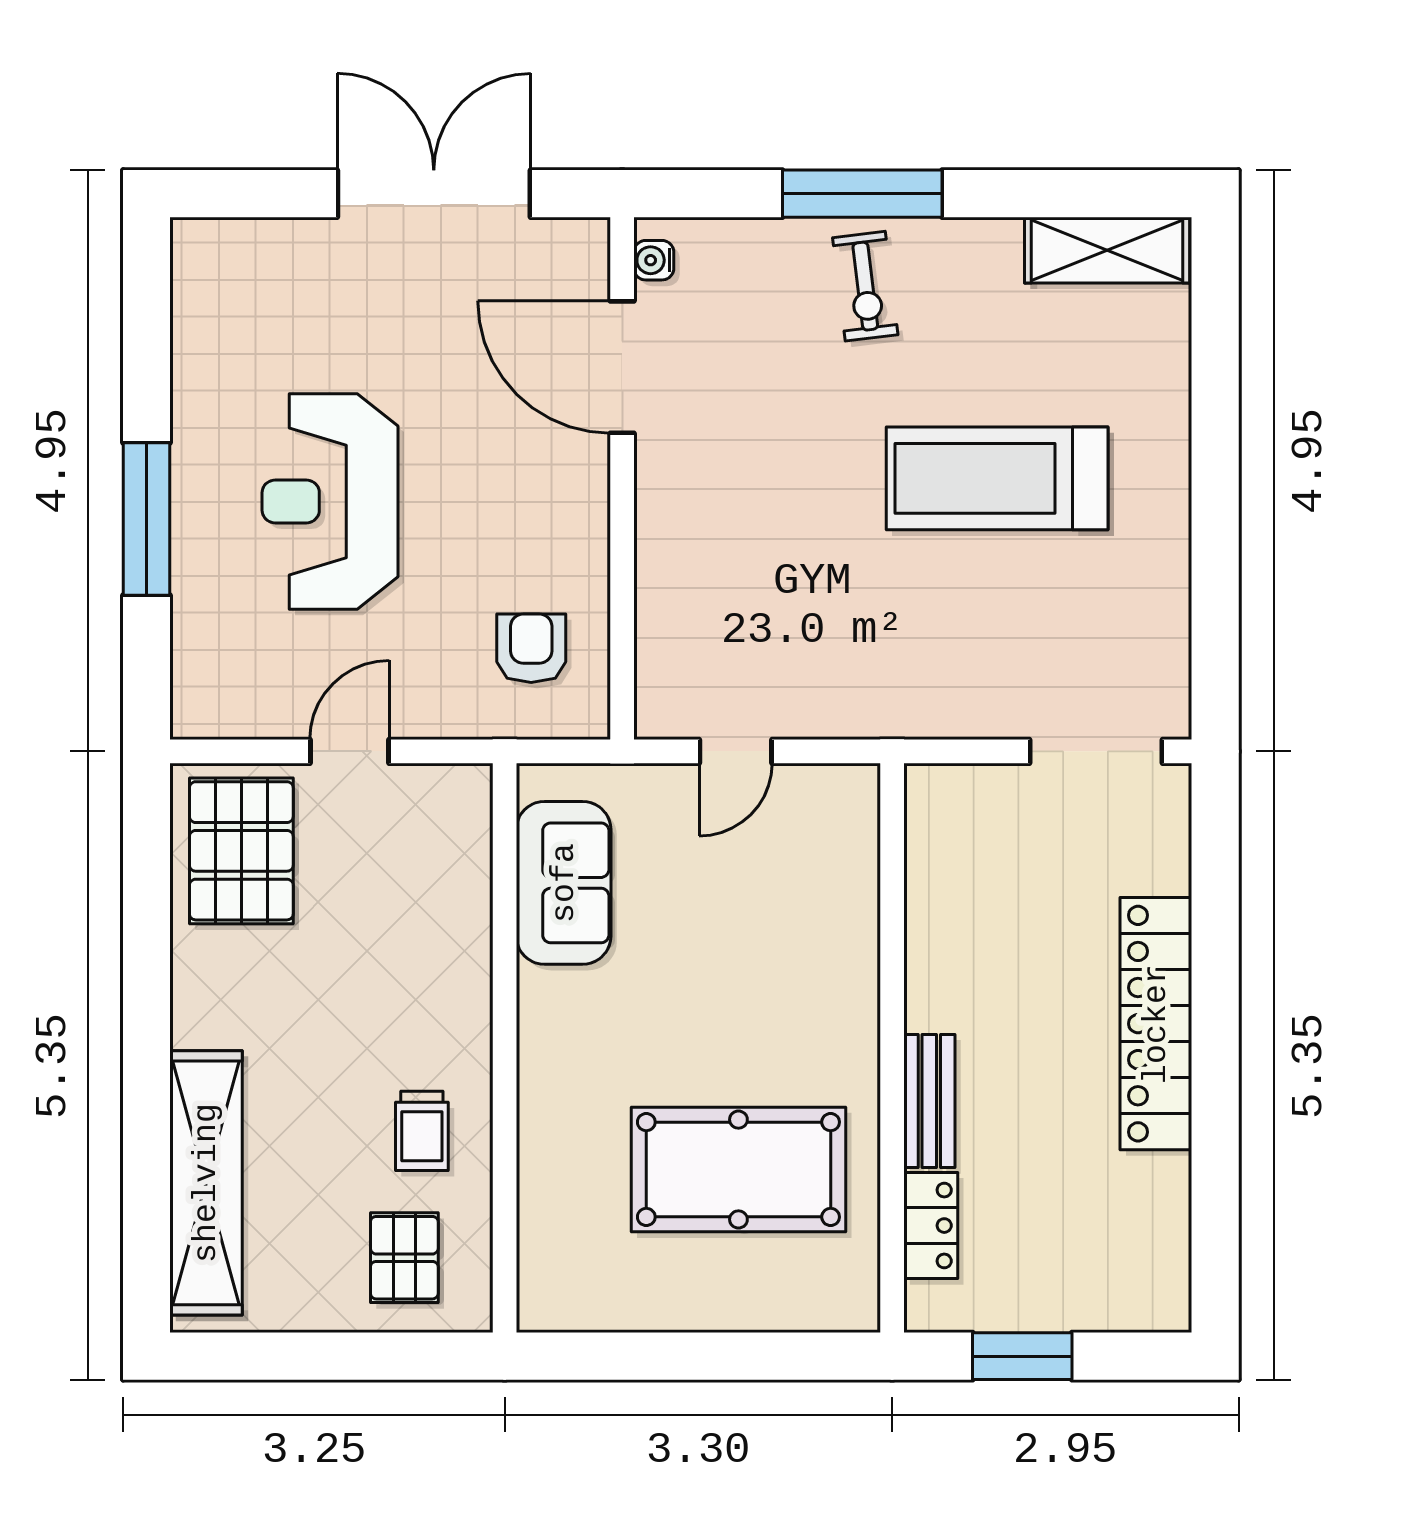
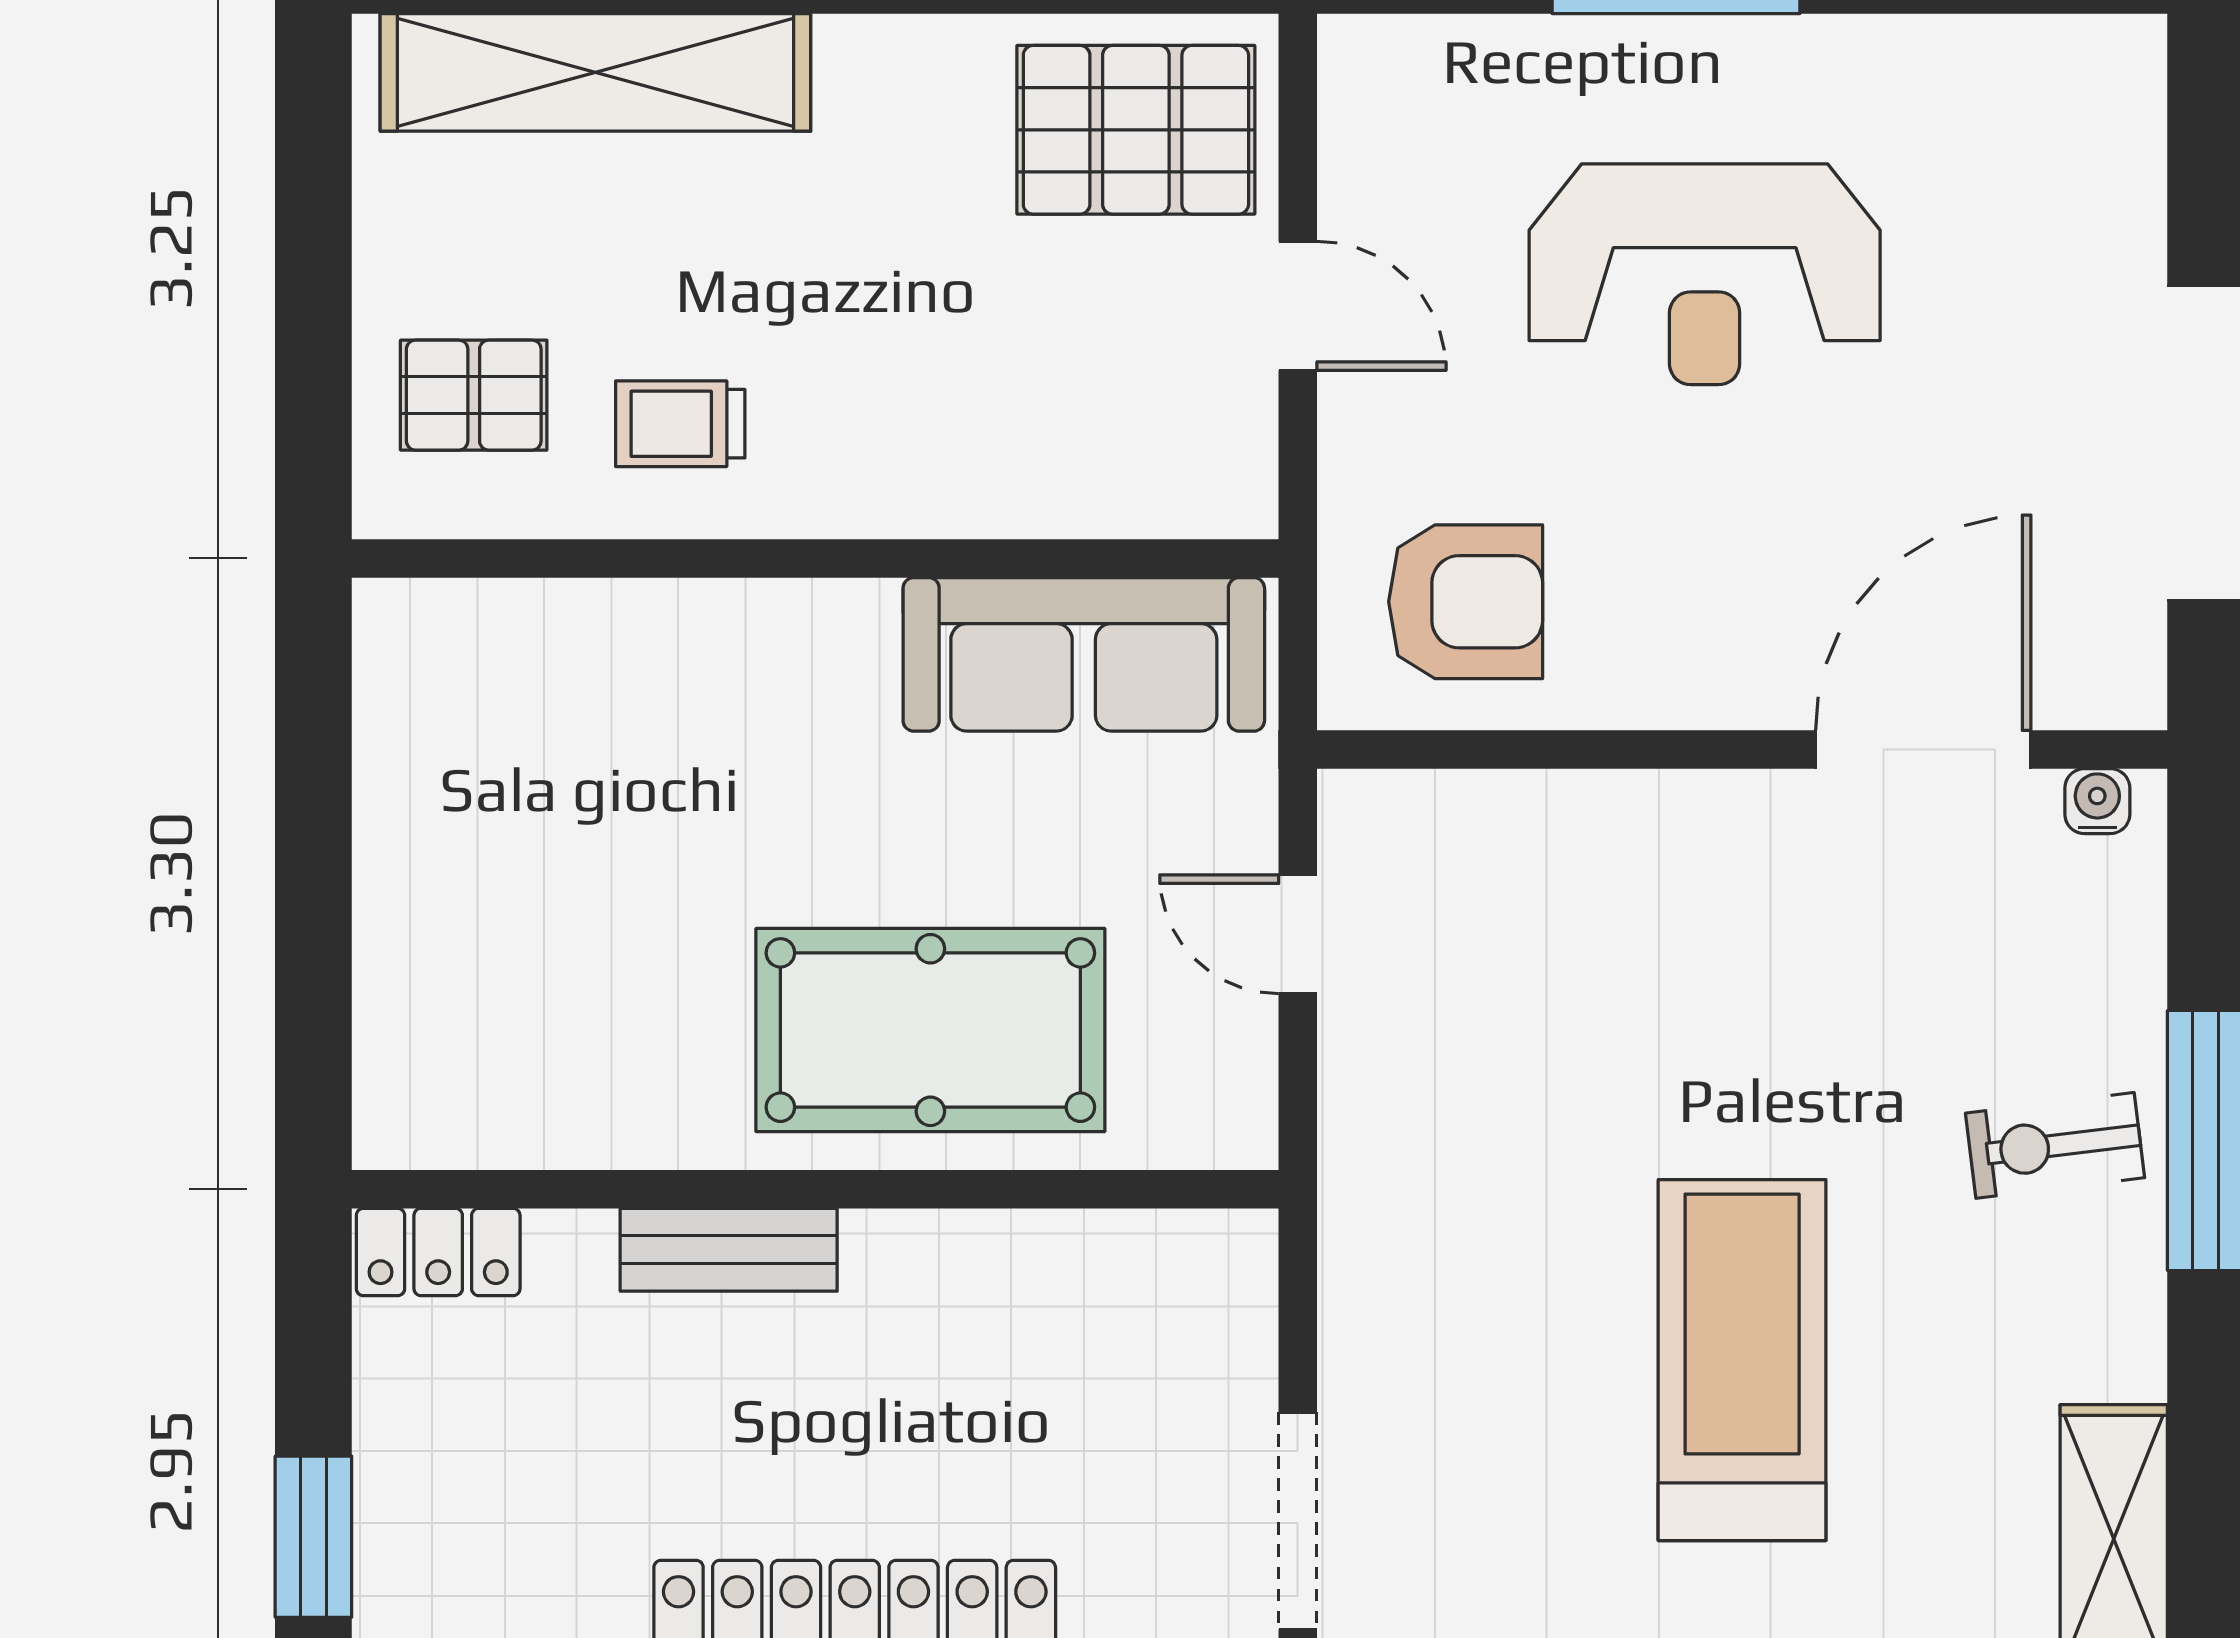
reception desk: (330, 501) -> (1705, 274), turned 180
armchair: (531, 648) -> (1466, 602), width x1.38, depth x1.38
sofa: (564, 883) -> (1084, 654), width x1.36
pool table: (738, 1170) -> (930, 1030), moved, turned 90
locker: (931, 1226) -> (438, 1252), moved
window: (1022, 1356) -> (313, 1537), moved

